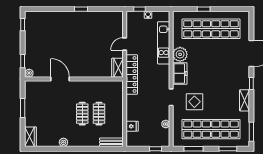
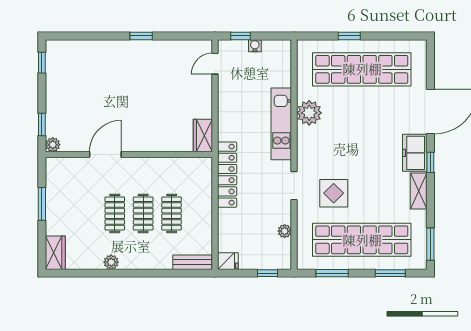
kitchen unit: (164, 43) -> (281, 124), moved
door: (125, 44) -> (215, 64), moved
freezer: (180, 73) -> (415, 153), moved, turned 180
locker: (132, 74) -> (227, 175), moved
door: (60, 79) -> (105, 155), hinge flipped
clothes rail: (65, 114) -> (115, 213), added
fridge: (132, 126) -> (228, 261), moved

